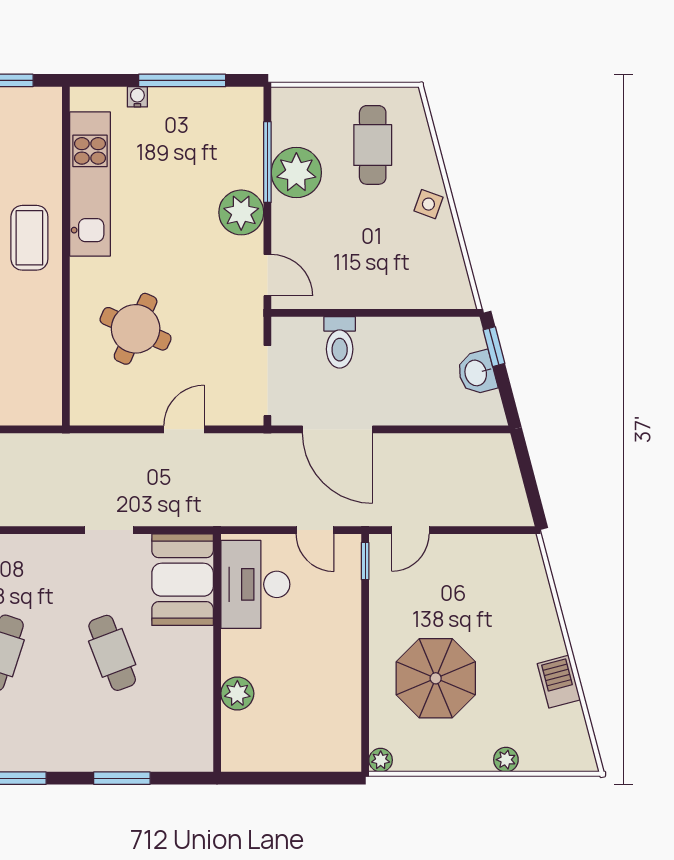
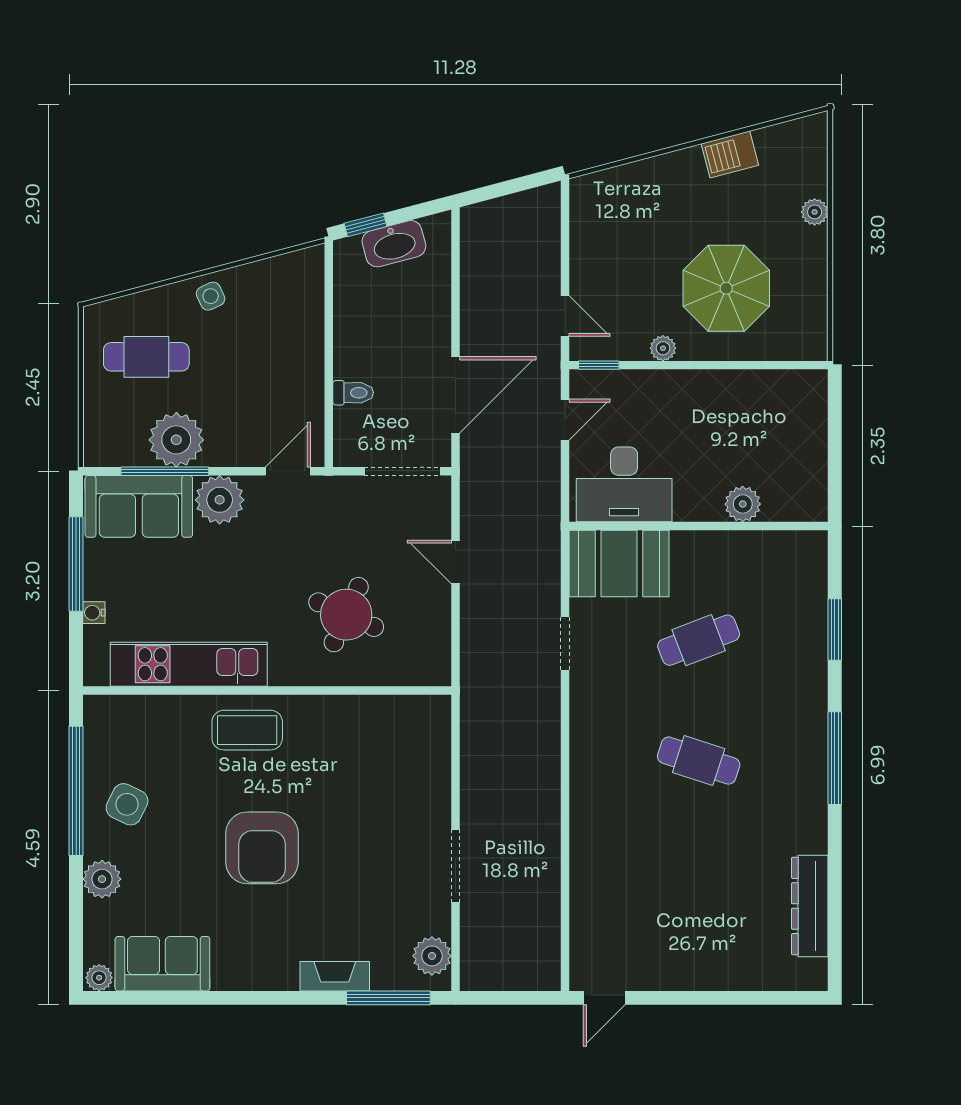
sofa: (235, 138) -> (139, 506), added
side table: (428, 204) -> (211, 296), turned 45
toilet: (340, 342) -> (353, 393), width x0.73, depth x0.72
washbasin: (477, 373) -> (394, 244), width x1.38
plant: (381, 760) -> (663, 348), moved

